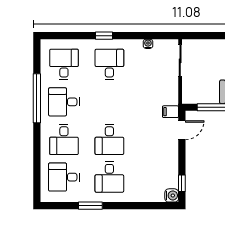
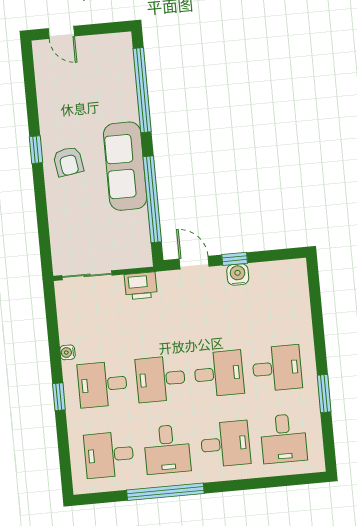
water cooler: (148, 44) -> (68, 352), moved
printer: (170, 95) -> (141, 286), added
desk: (109, 102) -> (161, 379), added
filing cabinet: (171, 112) -> (167, 283), removed
window: (182, 183) -> (235, 259), moved
water cooler: (172, 195) -> (238, 274), moved

